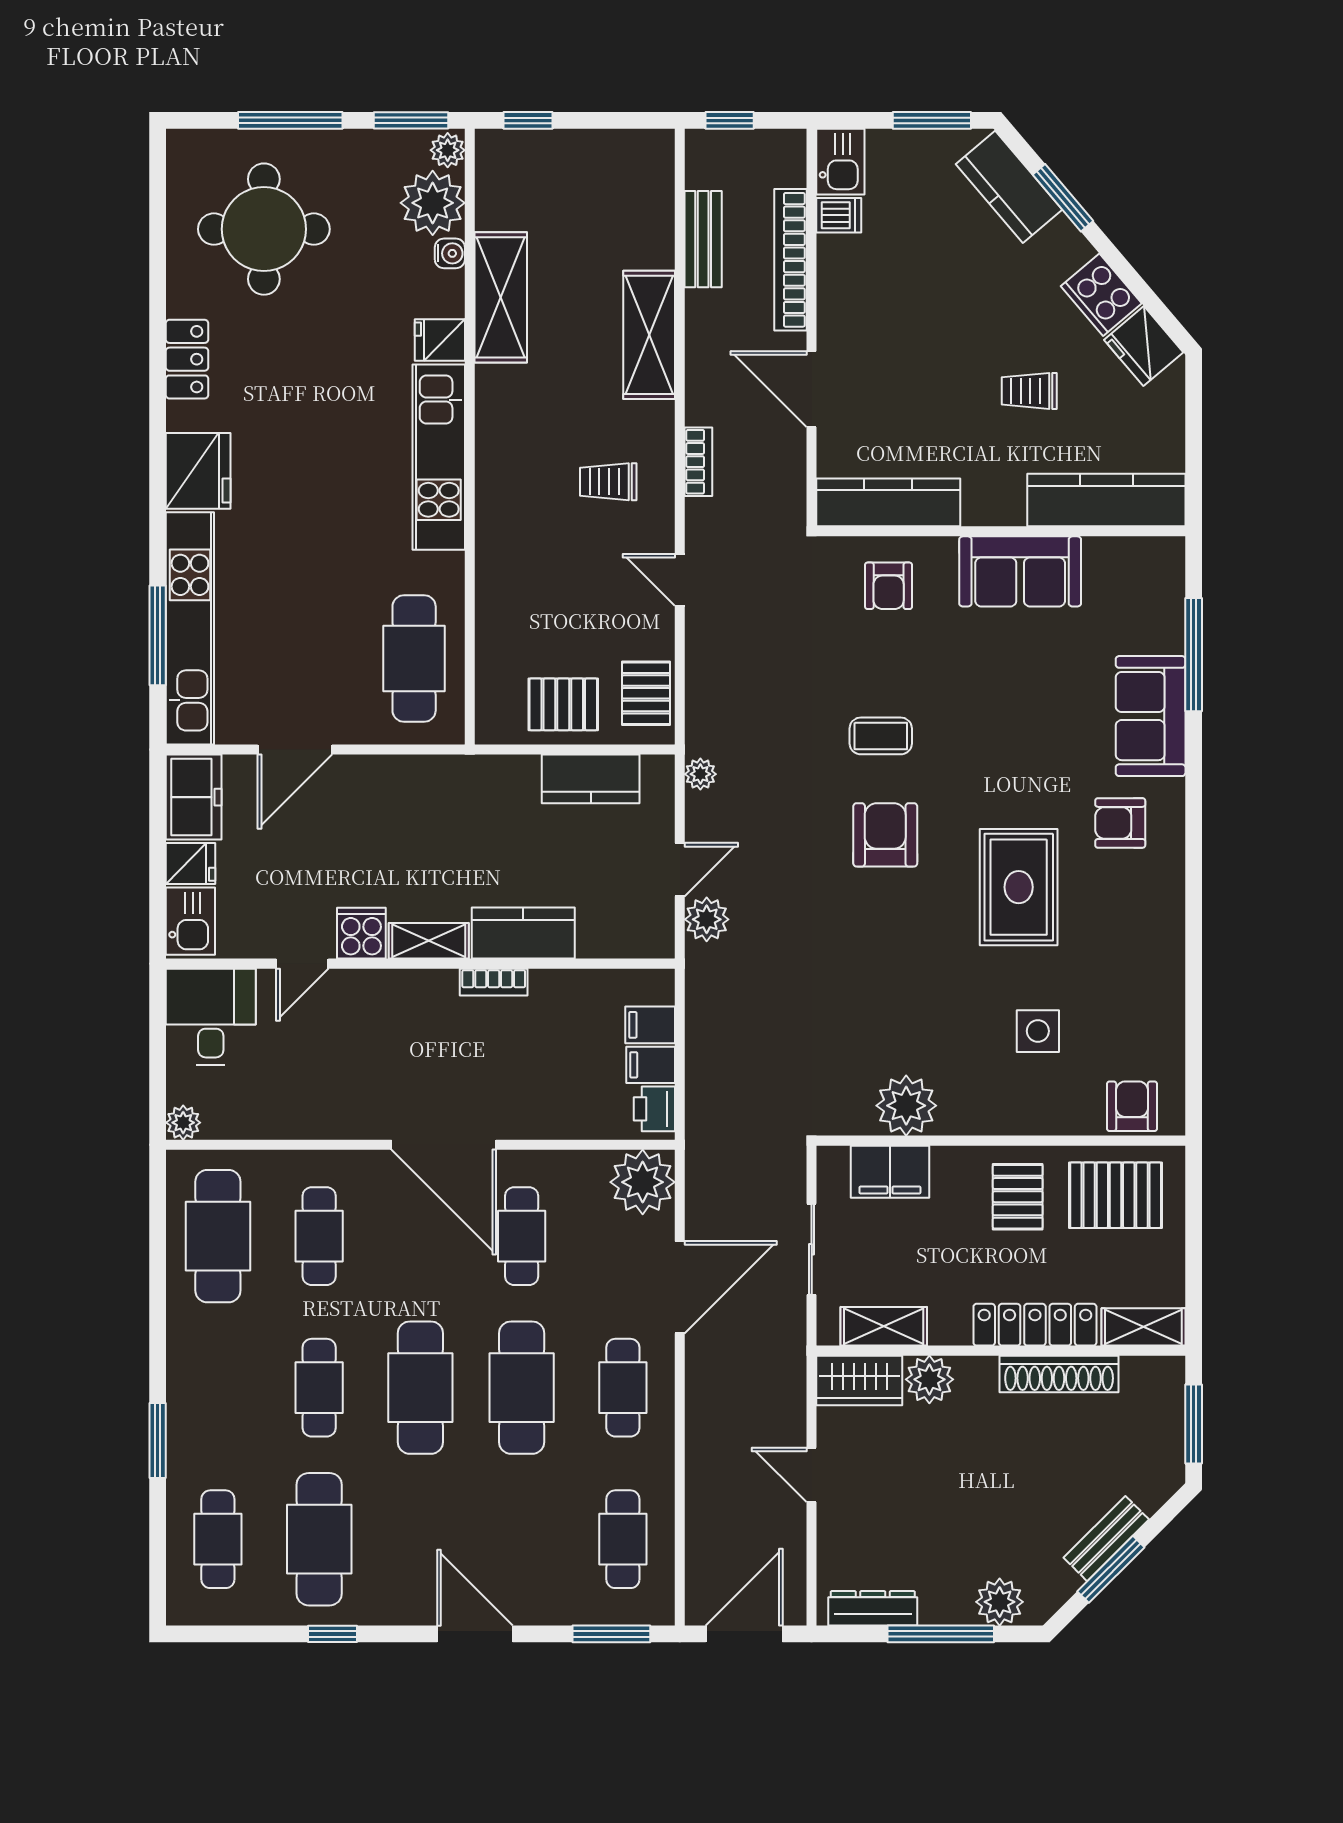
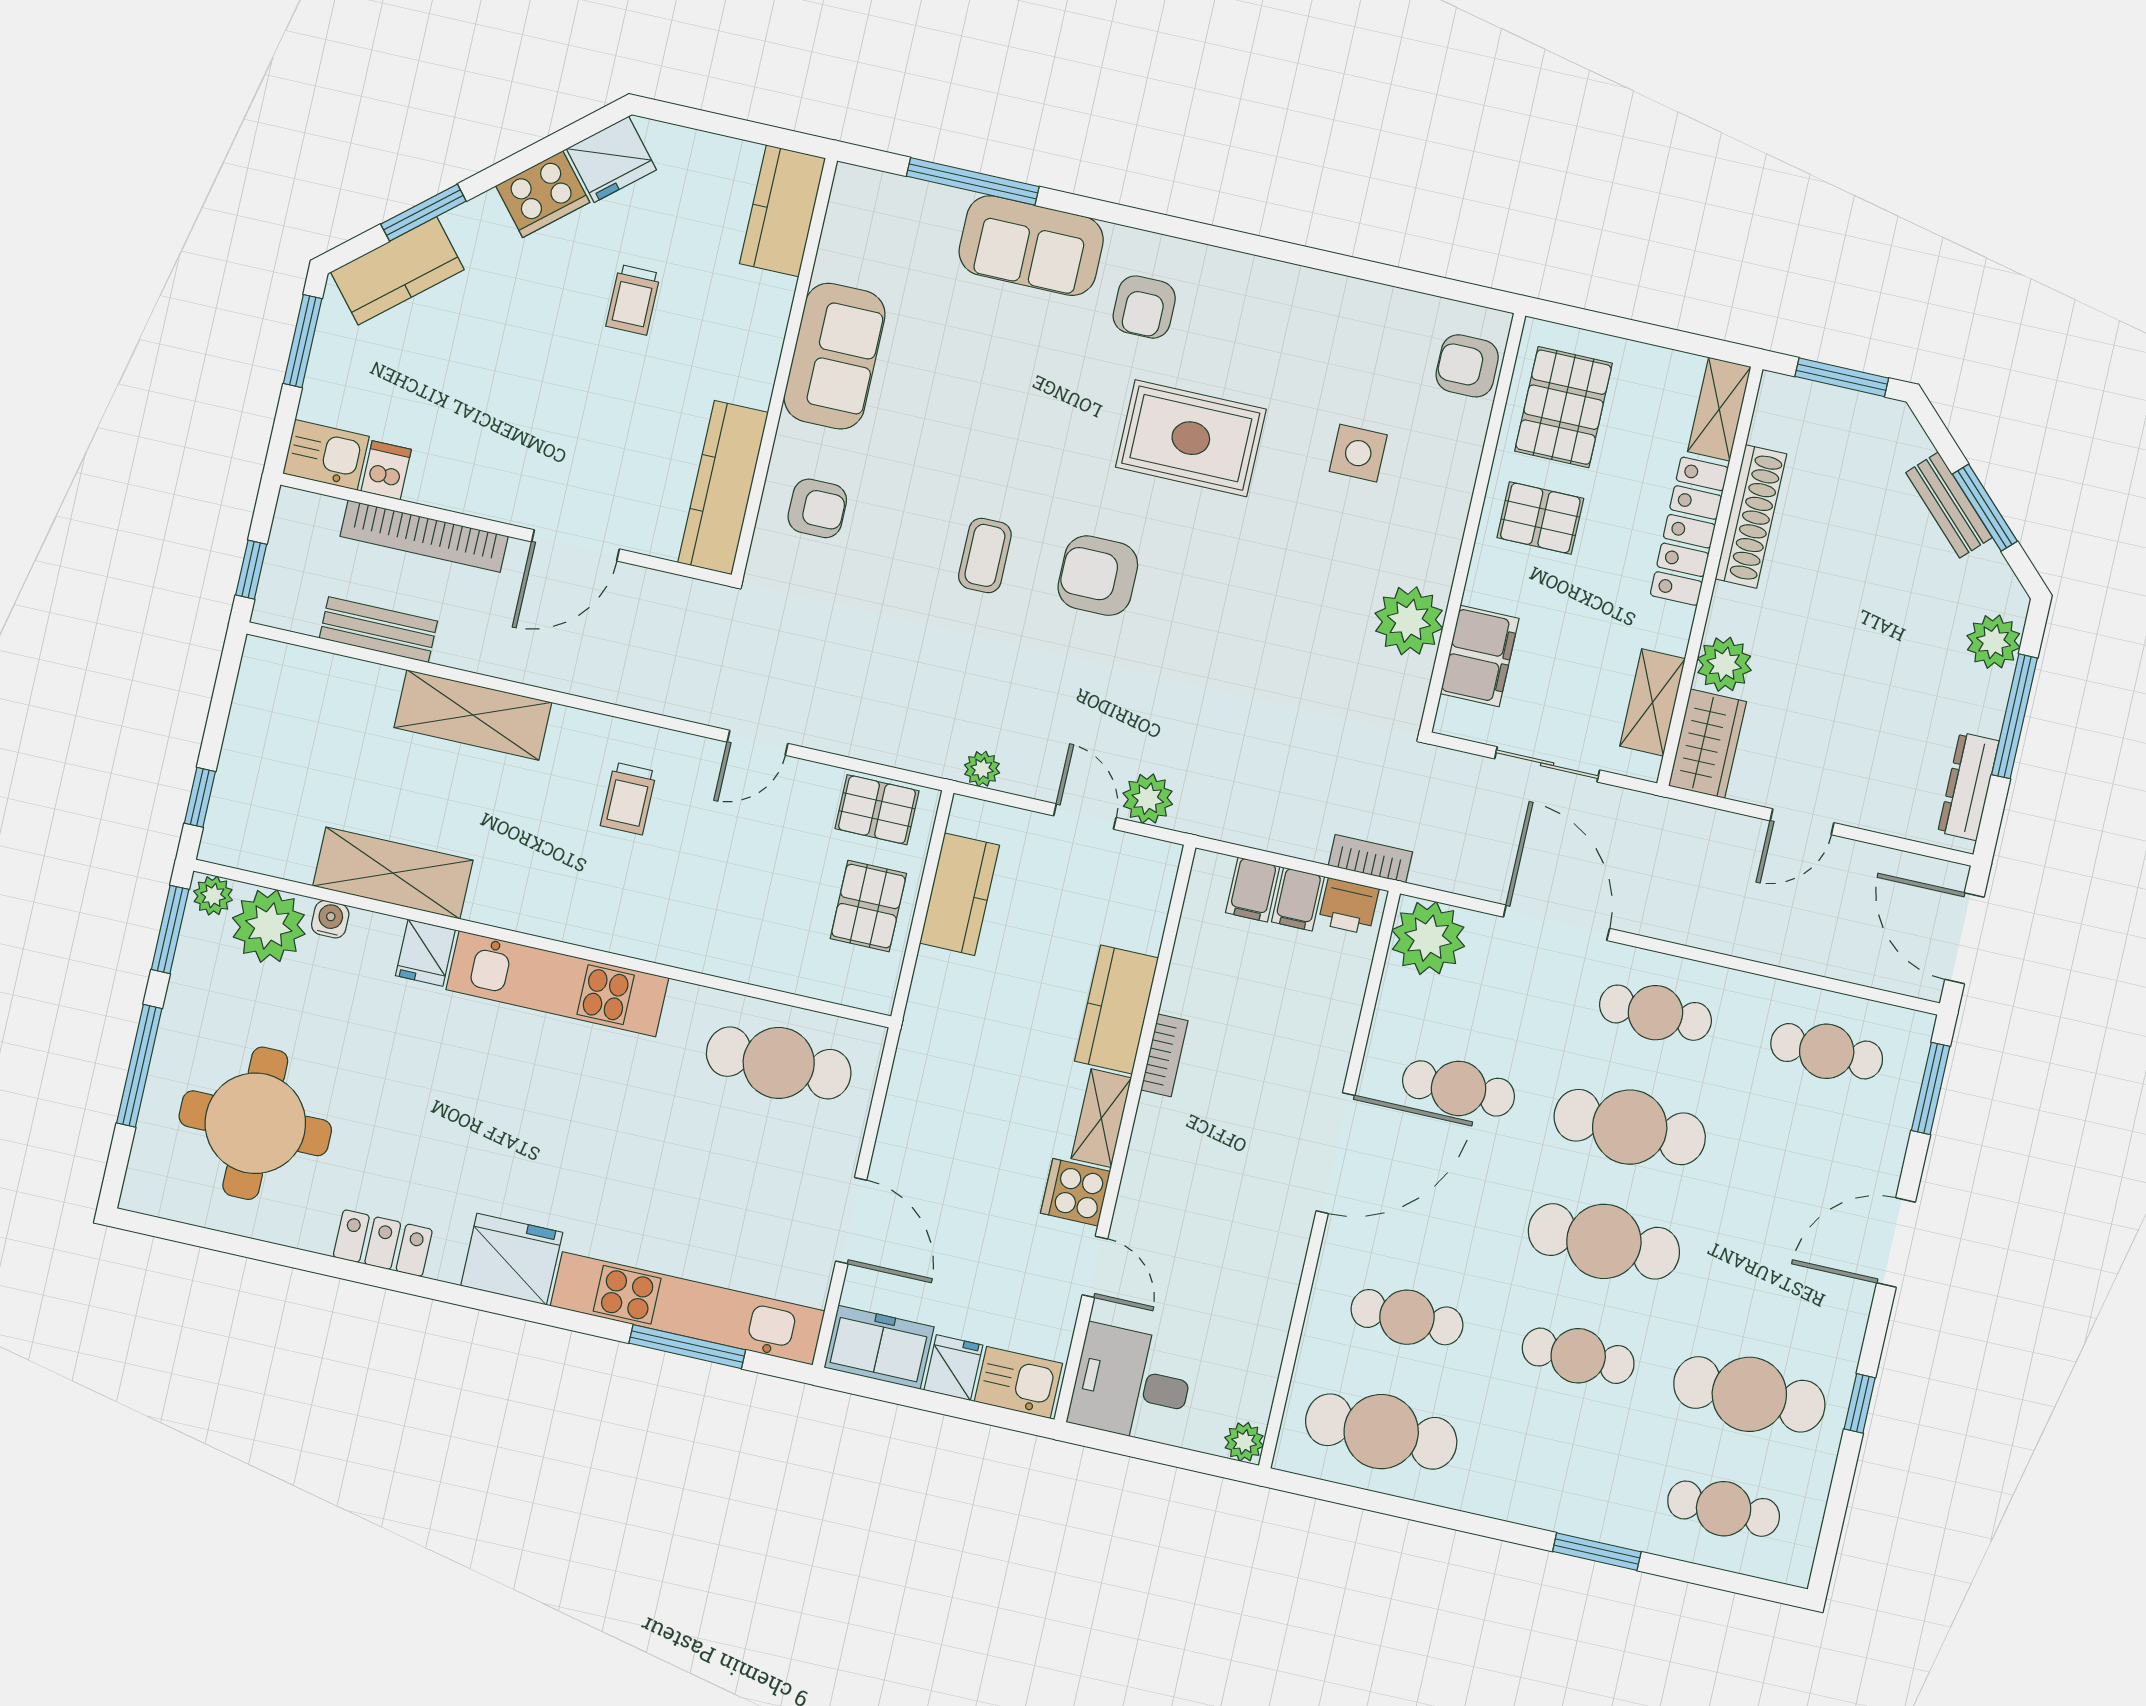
bookcase: (698, 462) -> (1370, 859), moved
kitchen counter: (1106, 500) -> (783, 211), width x0.67

